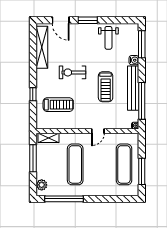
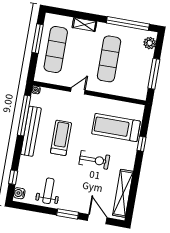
window: (142, 44) -> (13, 177), width x0.46
water cooler: (134, 60) -> (19, 193), moved
treadmill: (58, 105) -> (116, 128), width x1.37, depth x1.37
shelving: (49, 138) -> (84, 25), moved

